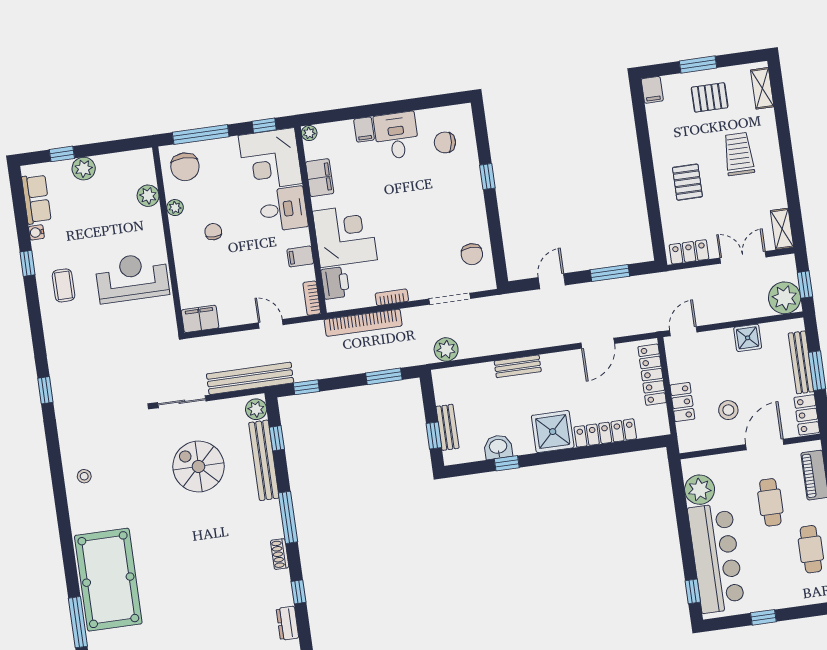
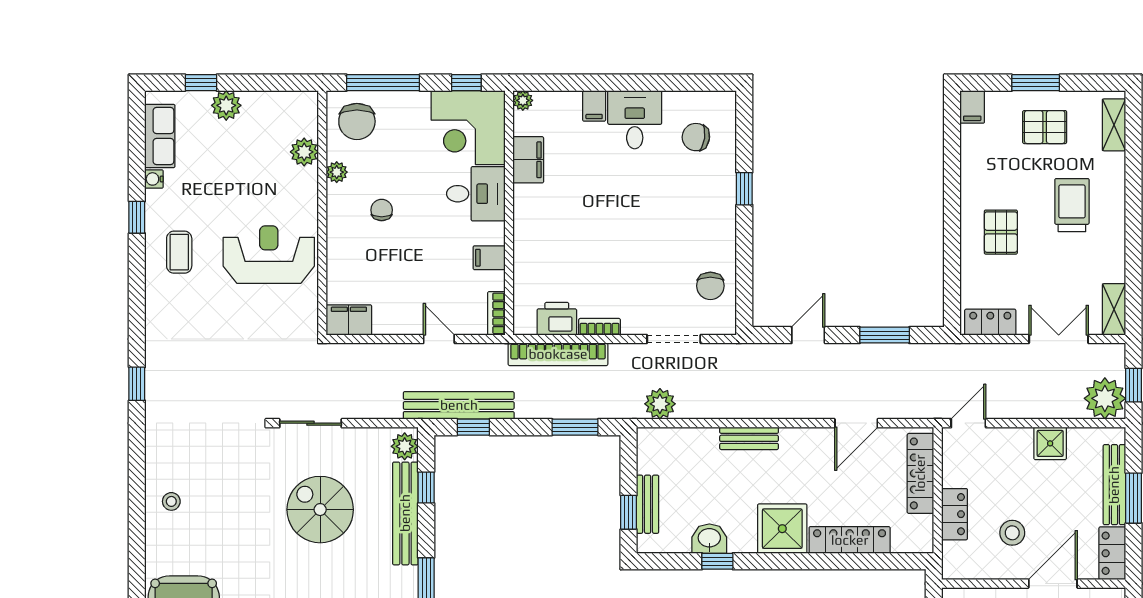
corner desk: (345, 235) -> (550, 239), removed
printer: (335, 283) -> (557, 319), moved, turned -90
bench: (250, 378) -> (459, 405), moved

